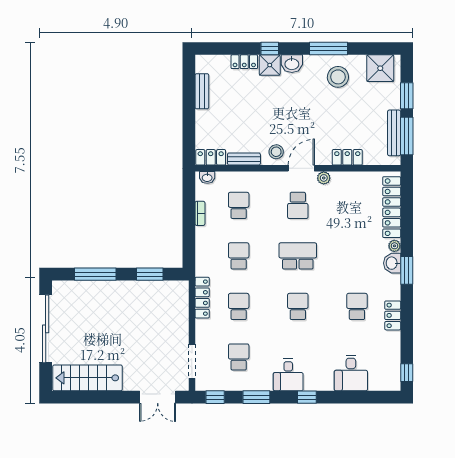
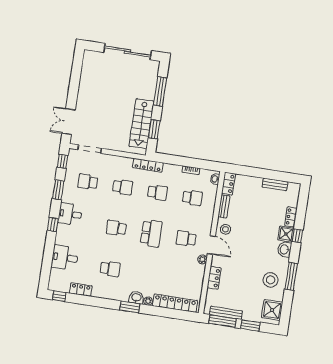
locker: (202, 298) -> (148, 165), moved
school desk: (298, 306) -> (116, 228), turned 180
locker: (393, 315) -> (81, 290), moved
school desk: (239, 357) -> (88, 182), turned 180
stairs: (87, 378) -> (141, 124), moved, turned 180

